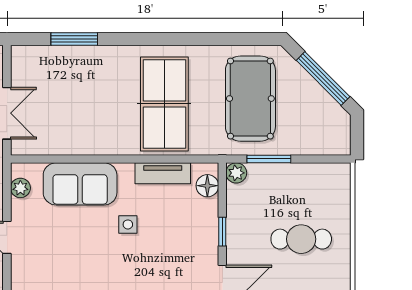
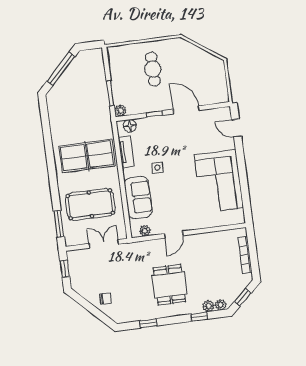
window: (74, 39) -> (59, 224), moved
pool table: (250, 99) -> (90, 204), moved

